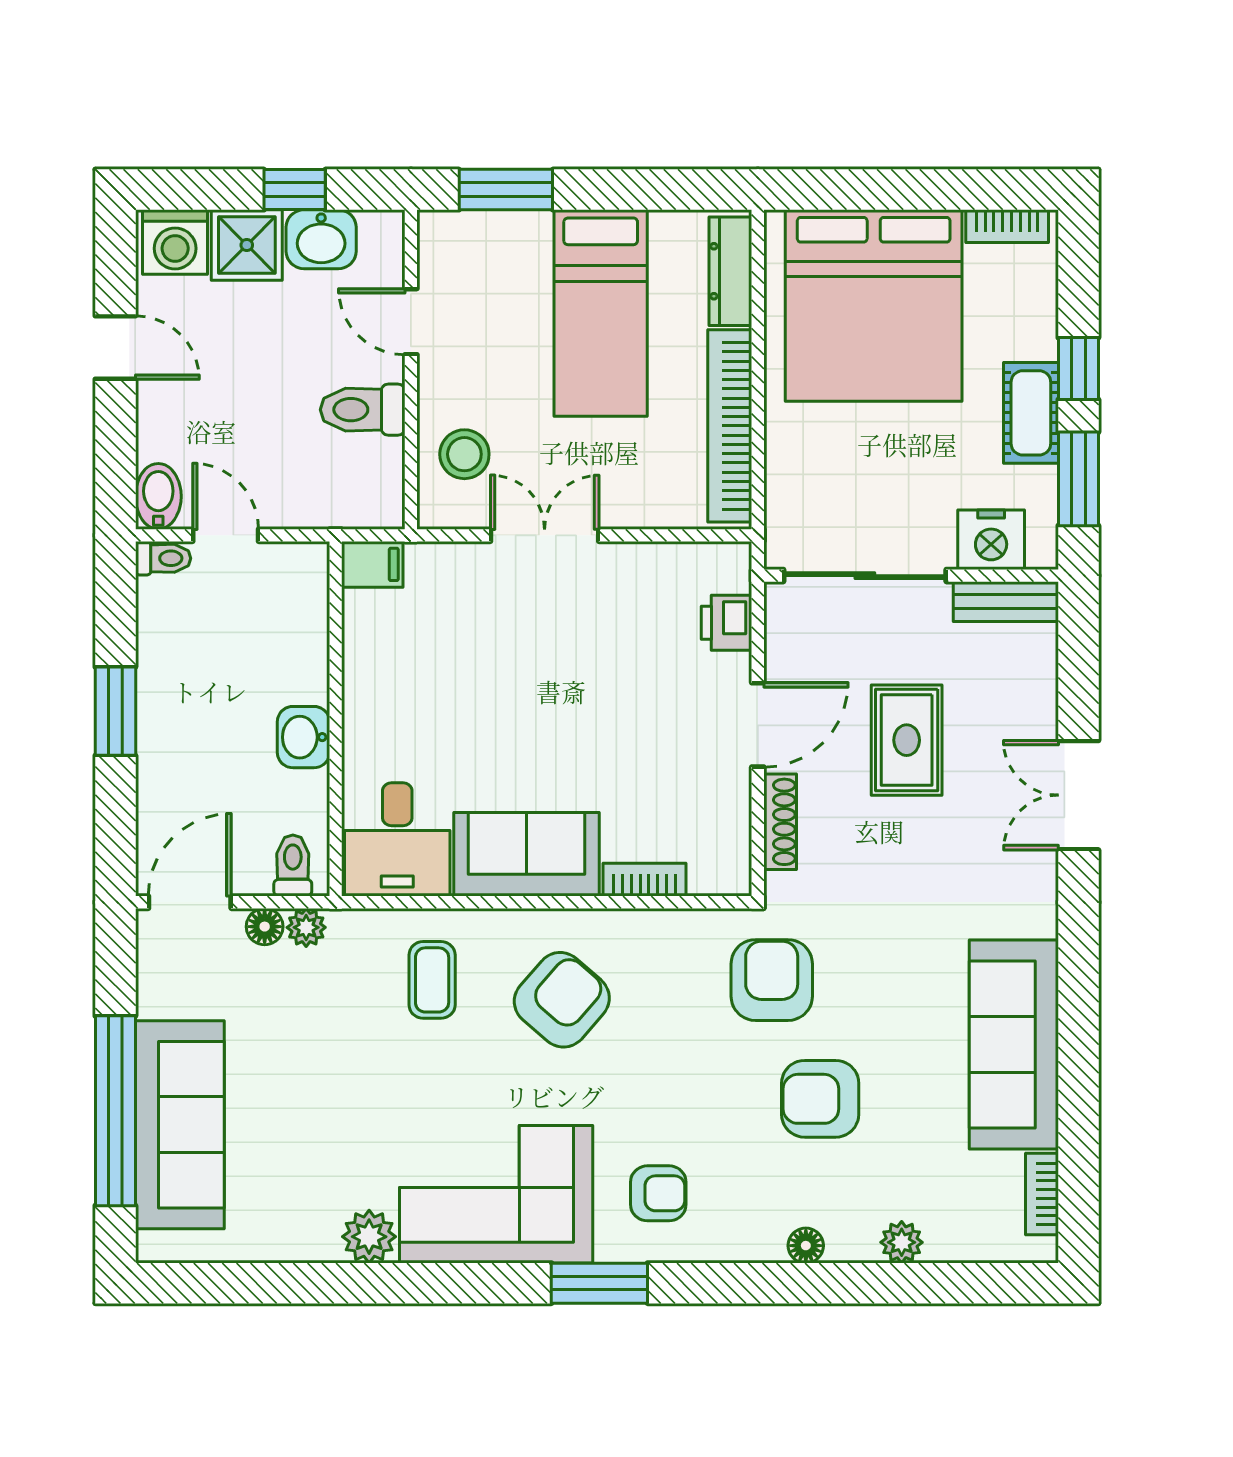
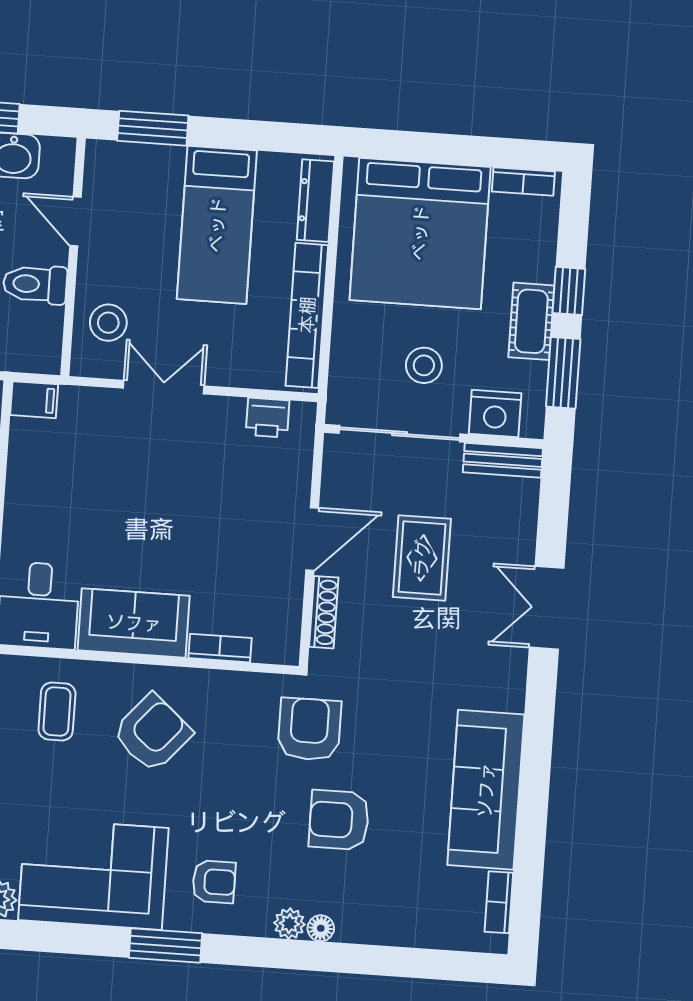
stool: (891, 482) -> (424, 365), added
printer: (727, 623) -> (268, 418), moved, turned -90
plant: (902, 1242) -> (289, 924), moved

